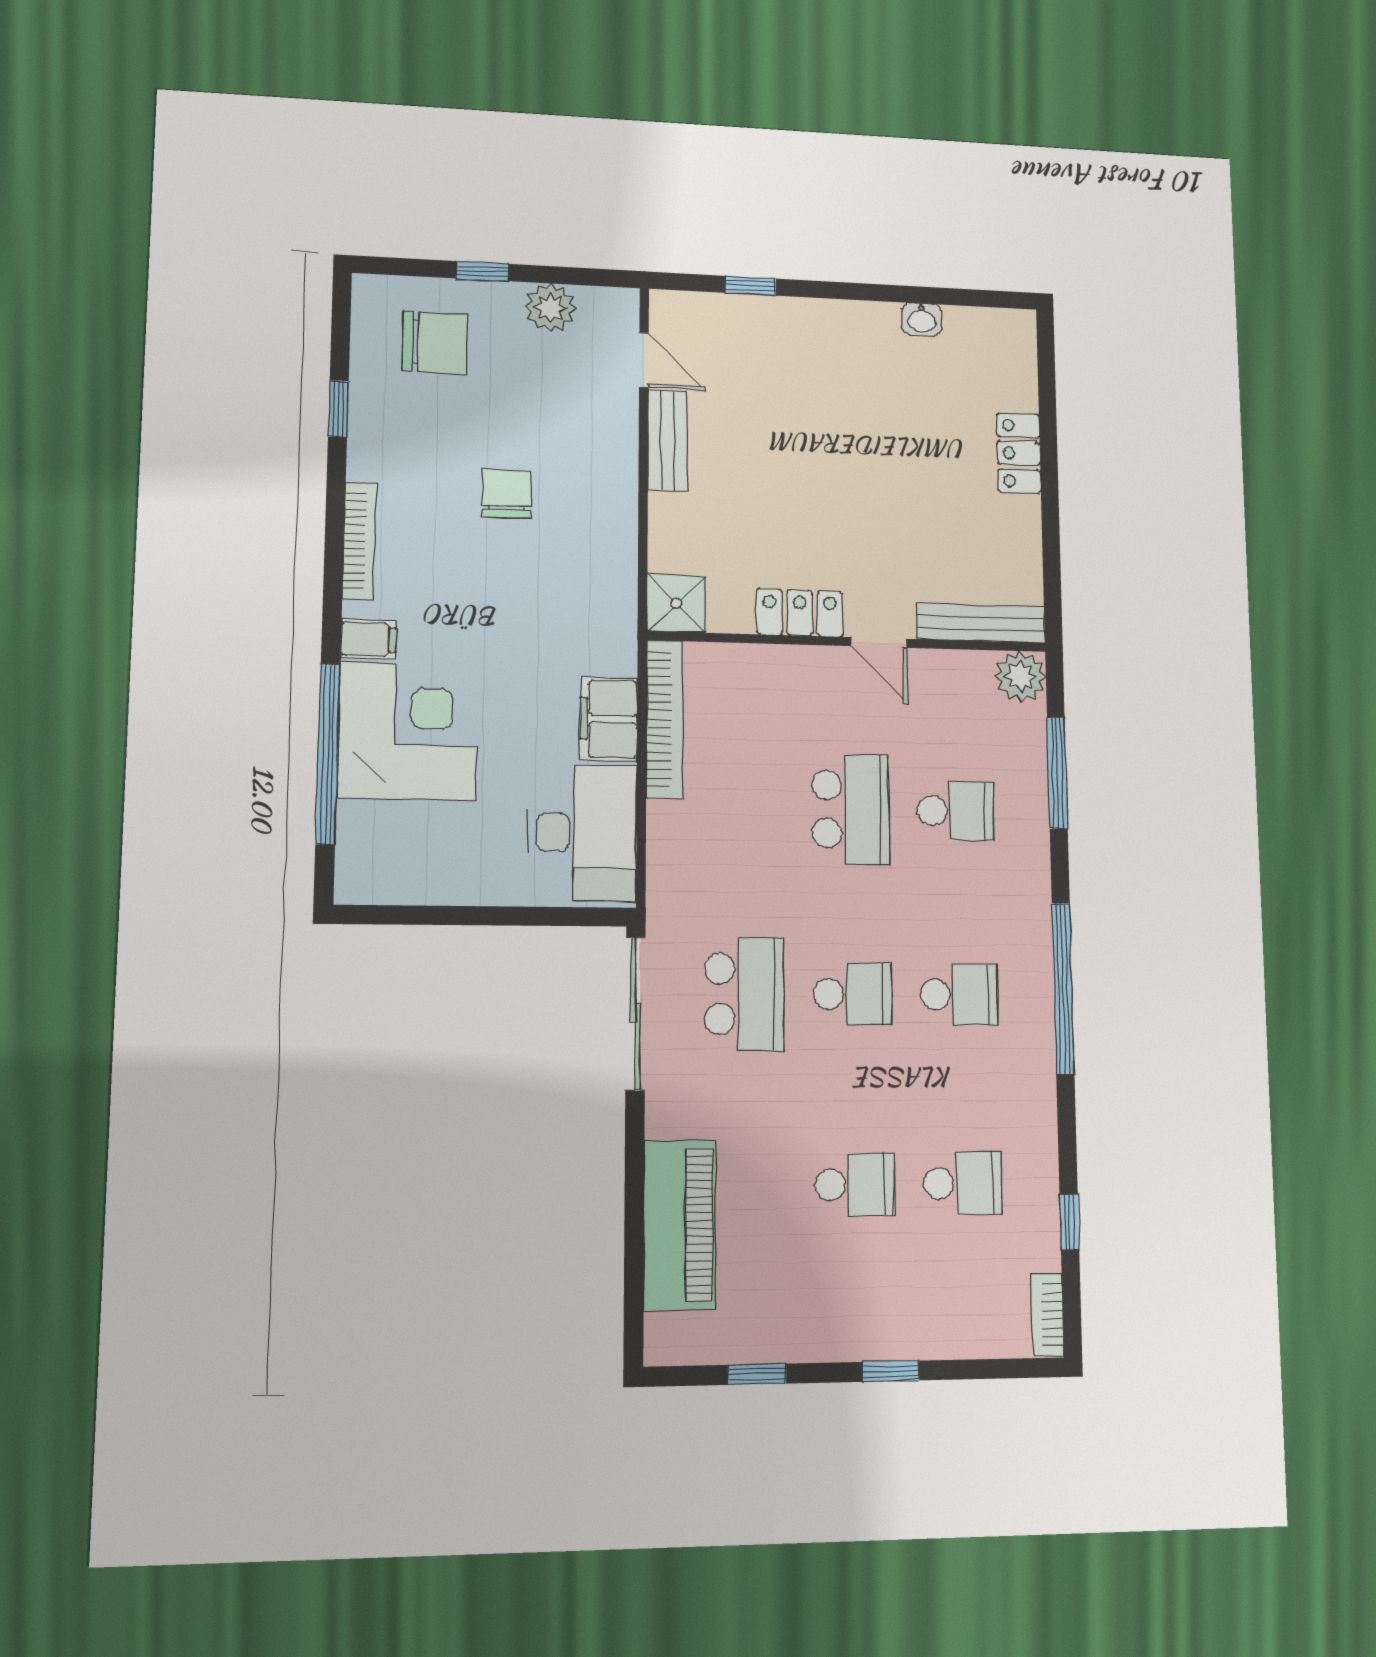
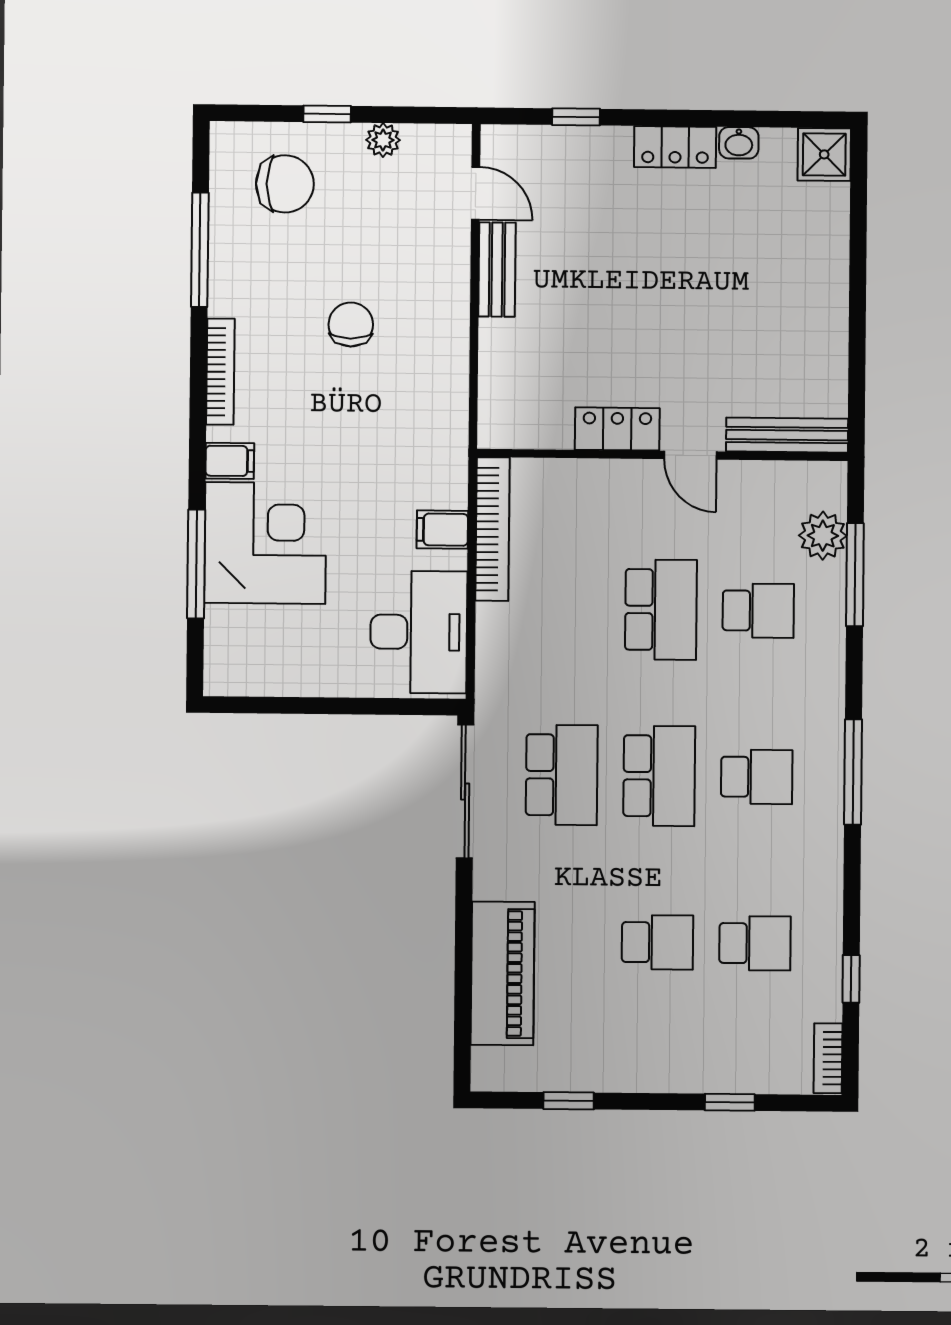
plant: (550, 308) -> (383, 140), width x0.73, depth x0.73
window: (338, 409) -> (200, 250), width x2.17
locker: (1019, 453) -> (675, 147), moved, turned -90
shower: (676, 604) -> (824, 154), moved
plant: (1021, 677) -> (823, 536), moved
filing cabinet: (609, 719) -> (442, 530), width x0.50
window: (328, 754) -> (196, 564), width x0.68
window: (1063, 988) -> (853, 772), width x0.68
school desk: (853, 994) -> (659, 776), width x1.85
window: (891, 1371) -> (730, 1102), moved

